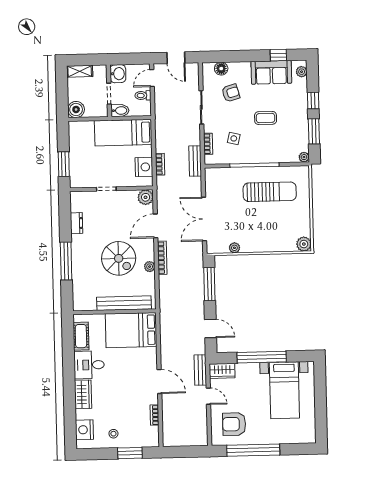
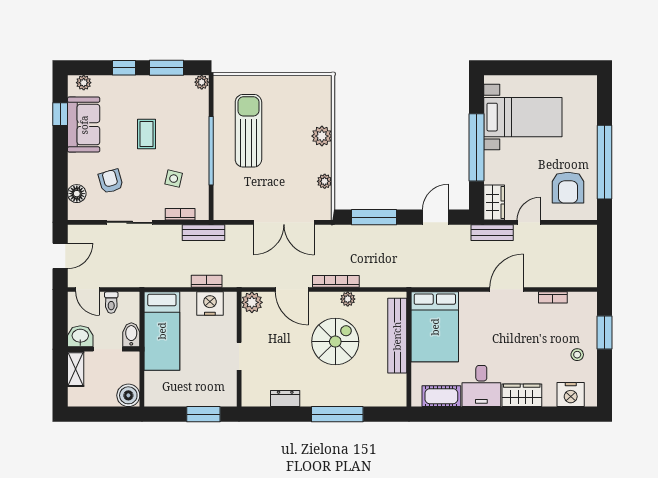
shelving: (80, 71) -> (76, 369), moved
plant: (304, 244) -> (322, 136), moved

